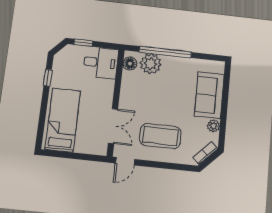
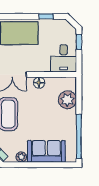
window: (165, 52) -> (79, 137), moved
floor lamp: (130, 64) -> (39, 83), moved

